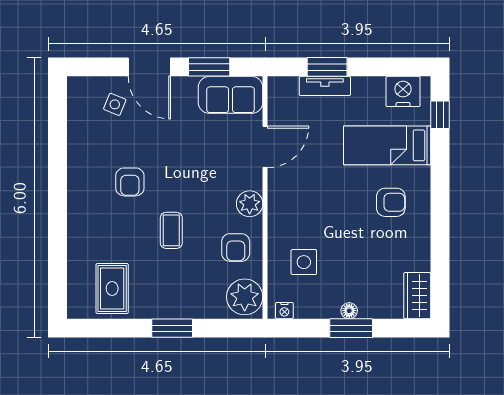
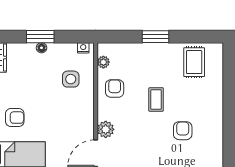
armchair: (391, 202) -> (15, 118), turned 180
plant: (250, 204) -> (106, 129), moved
plant: (245, 297) -> (103, 62), width x0.53, depth x0.53

